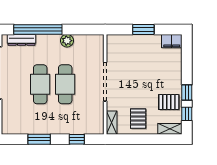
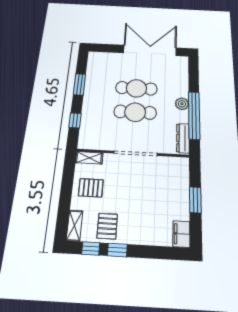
window: (38, 29) -> (194, 115), moved
dresser: (22, 40) -> (183, 138), moved
plant: (67, 41) -> (182, 104), moved

